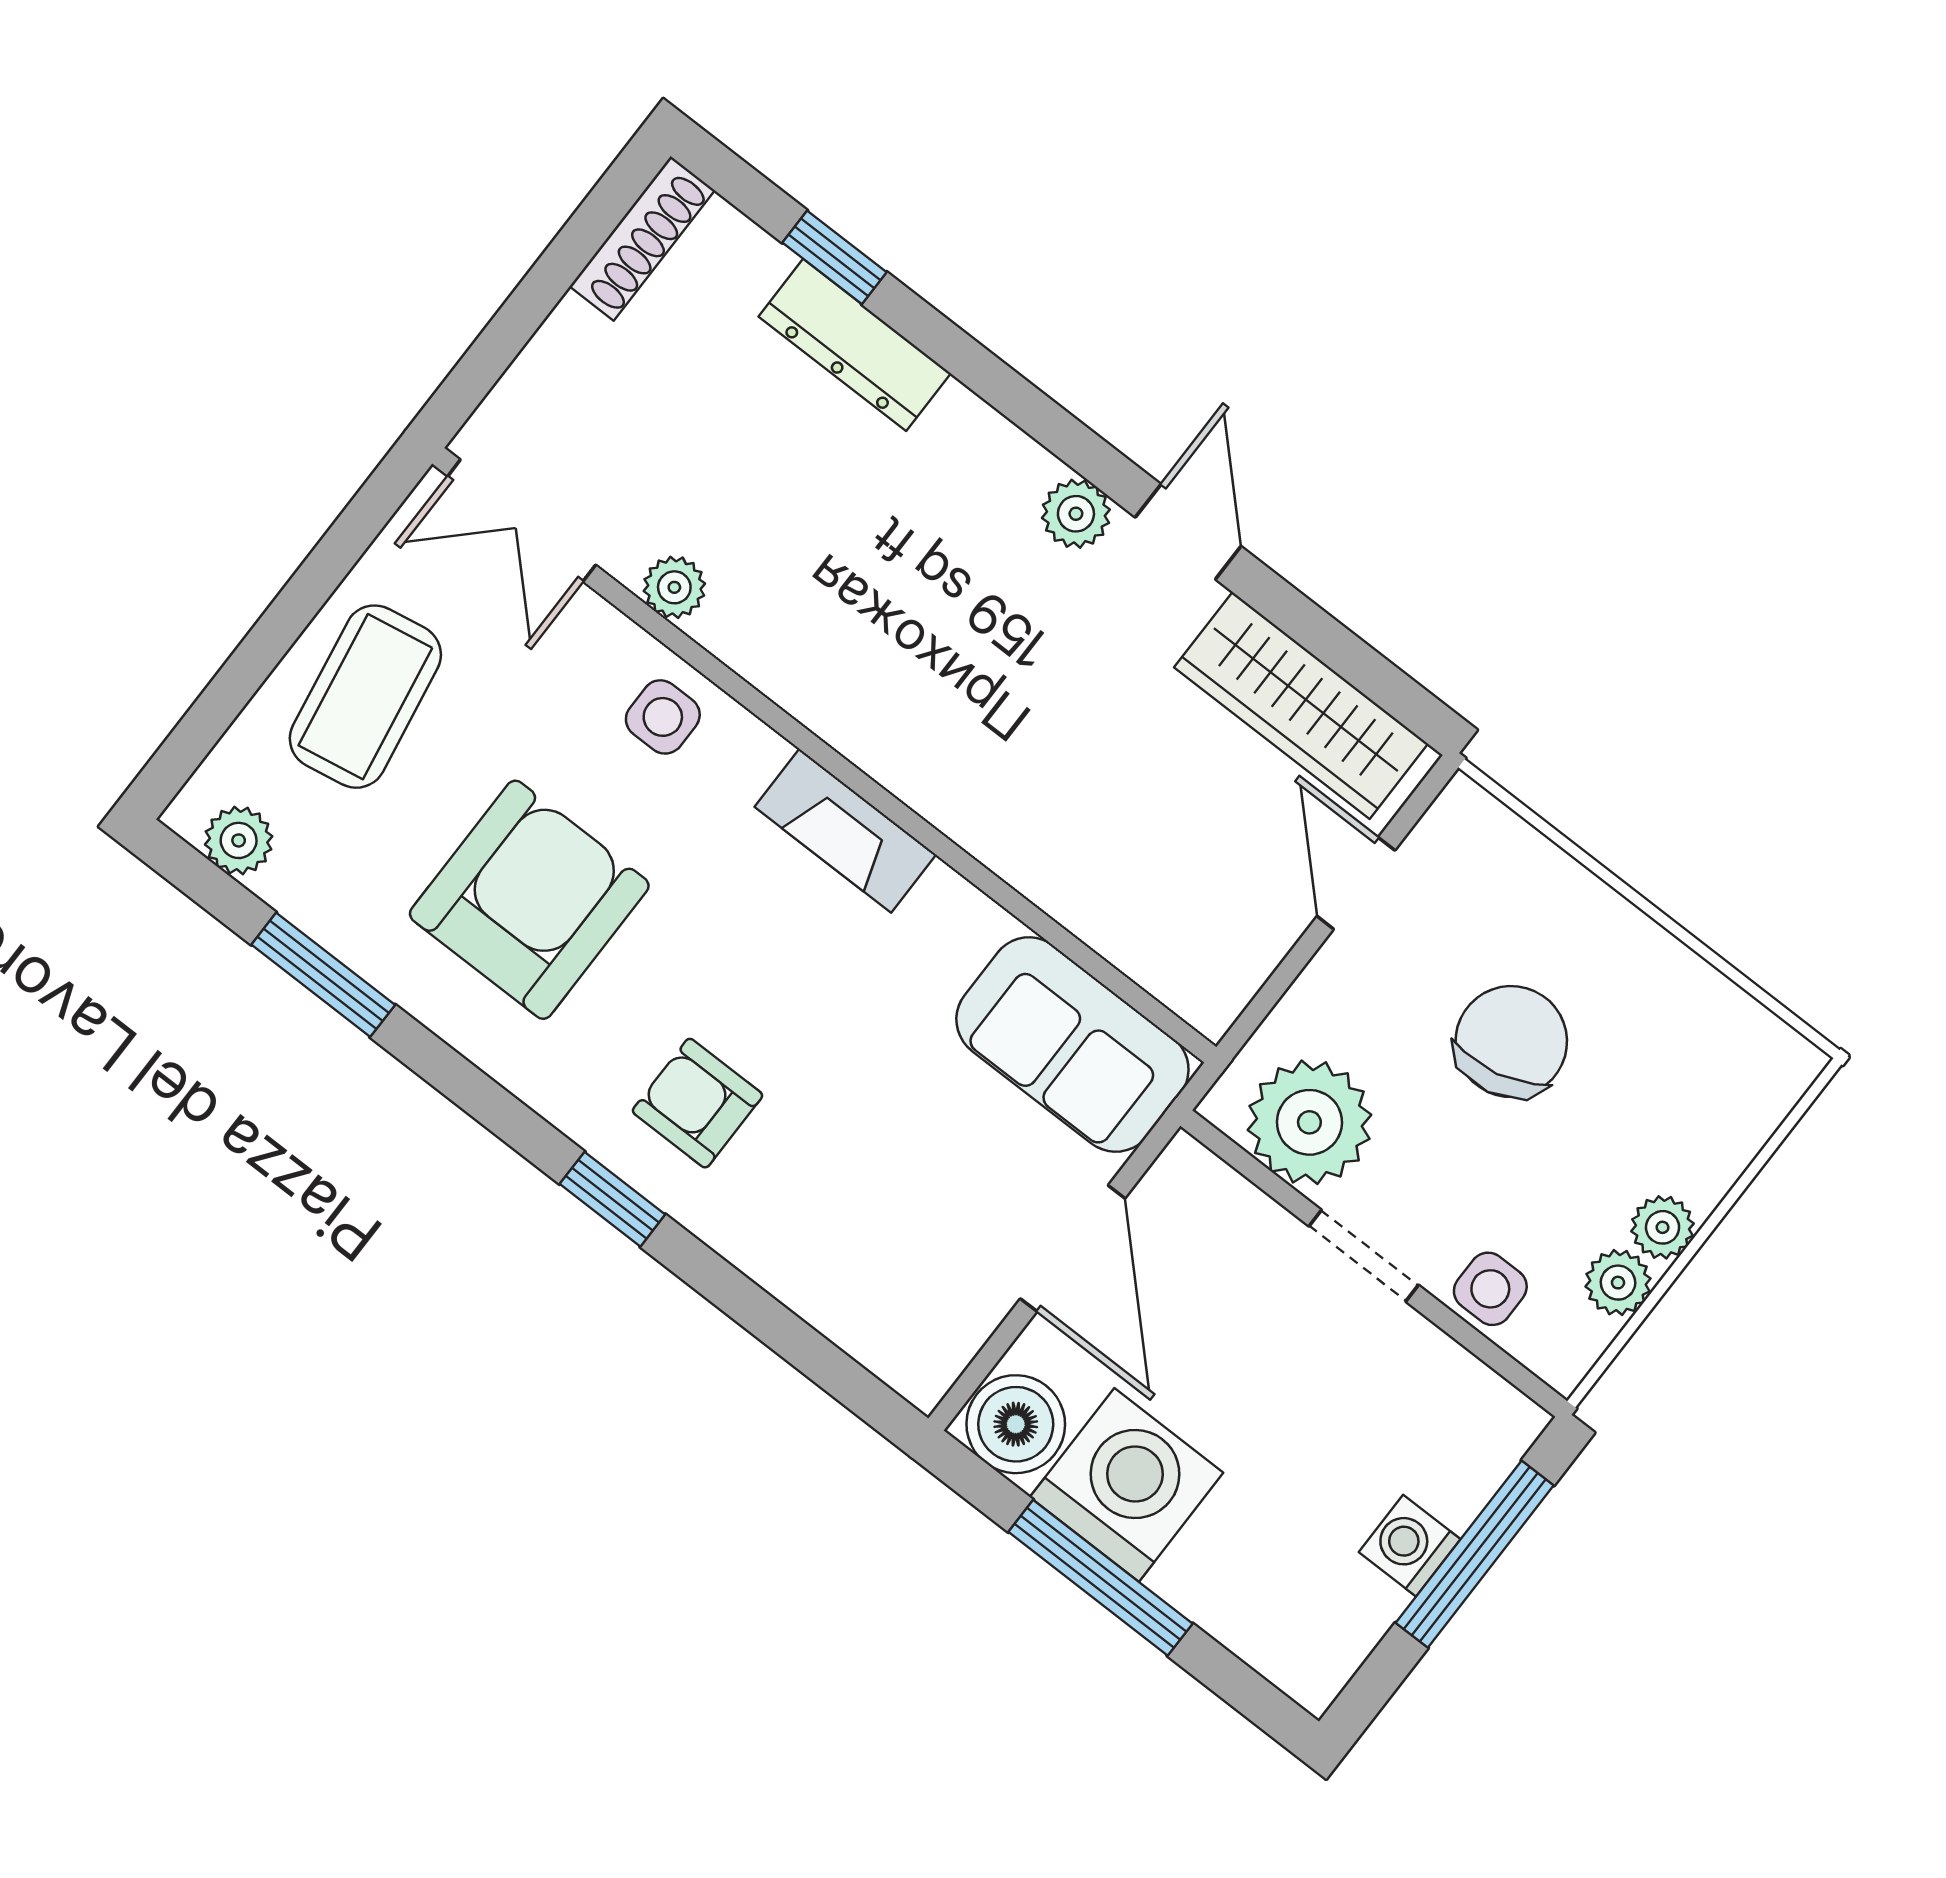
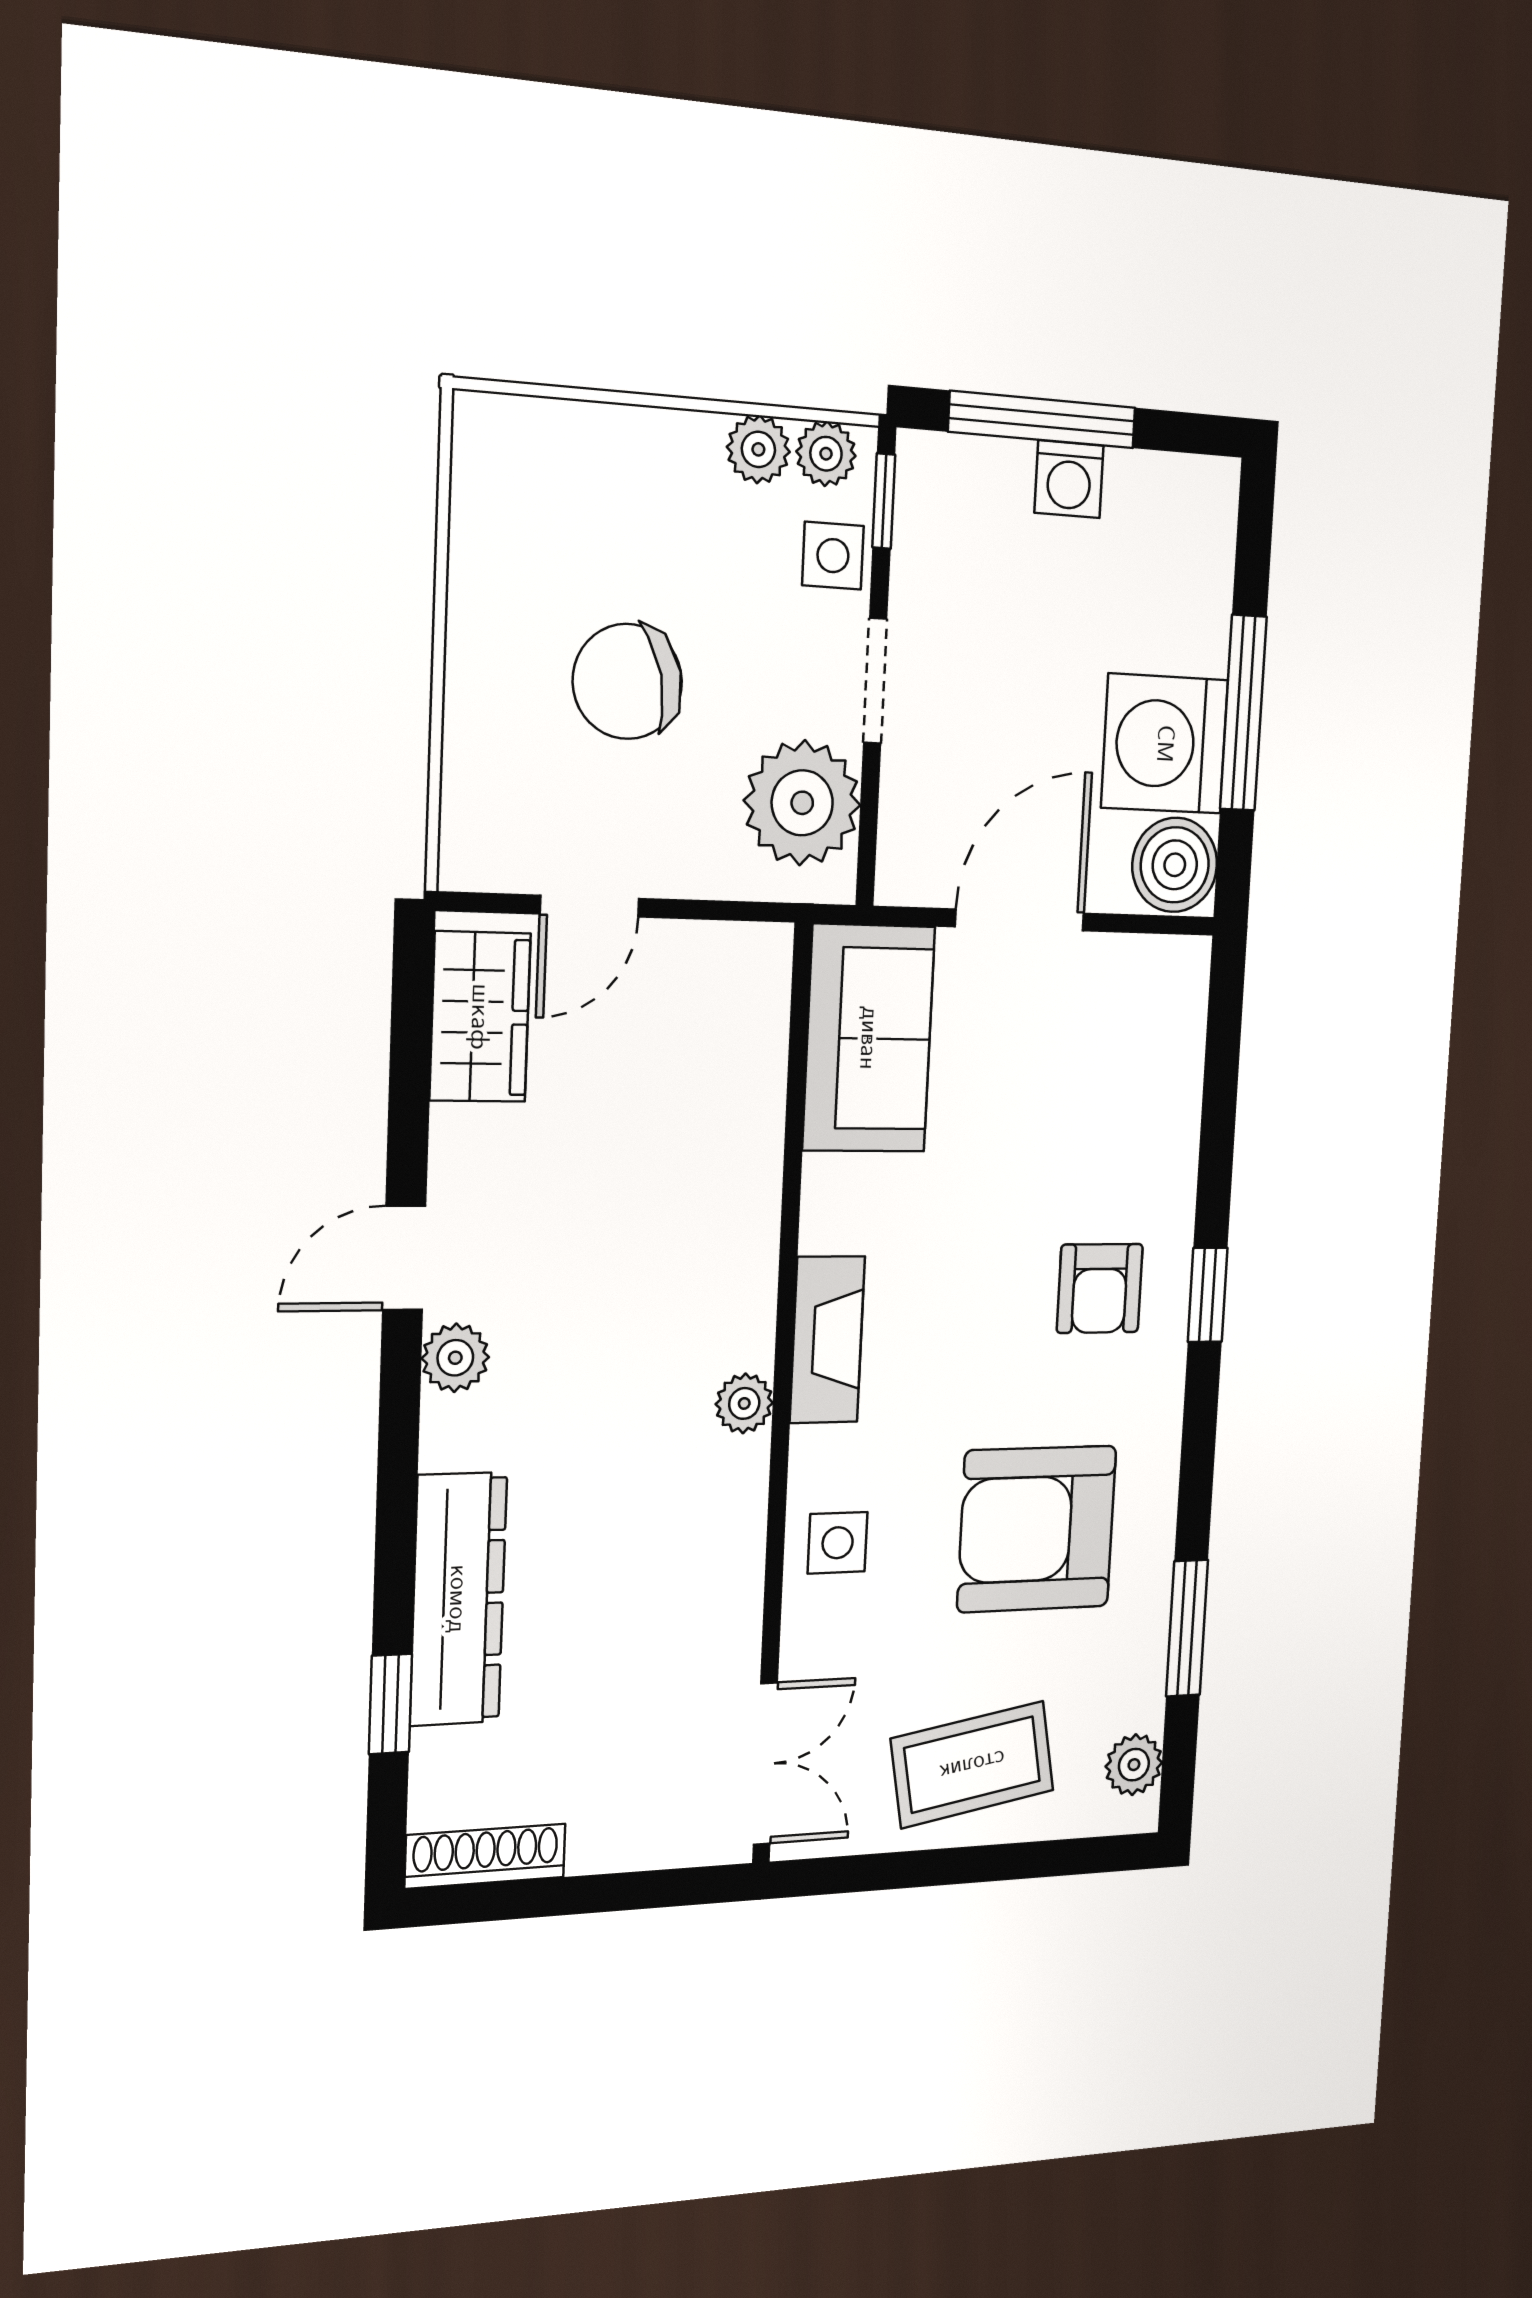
dresser: (855, 345) -> (458, 1599), width x1.37, depth x1.24
plant: (674, 587) -> (744, 1403), moved
wardrobe: (1301, 706) -> (480, 1017), width x0.67
plant: (1663, 1227) -> (826, 454), moved
window: (1504, 1364) -> (884, 501), added

